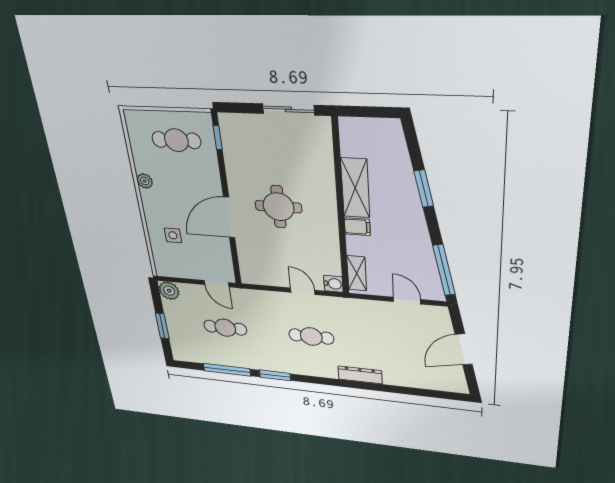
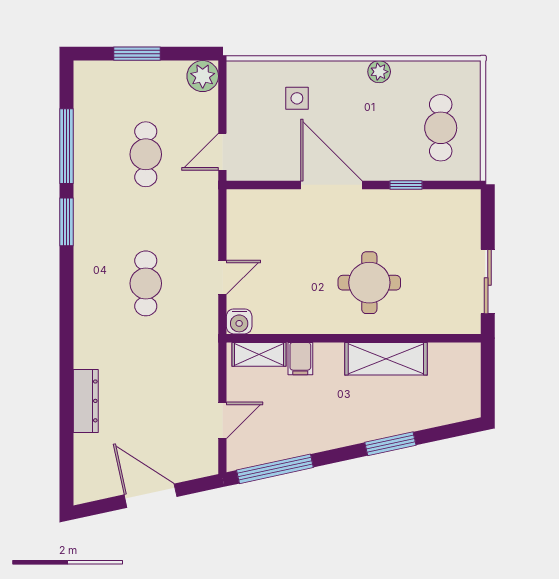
window: (218, 137) -> (406, 185), moved
round table: (279, 207) -> (369, 283), moved
filing cabinet: (357, 227) -> (300, 359), moved
dresser: (360, 375) -> (86, 401), moved

